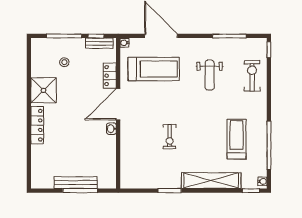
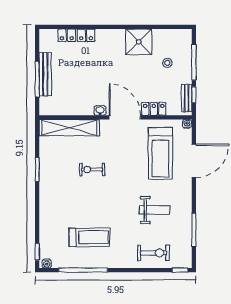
weight bench: (210, 75) -> (154, 210), turned 180
locker: (37, 125) -> (76, 35), moved
shelving: (211, 181) -> (69, 128), moved, turned 90

